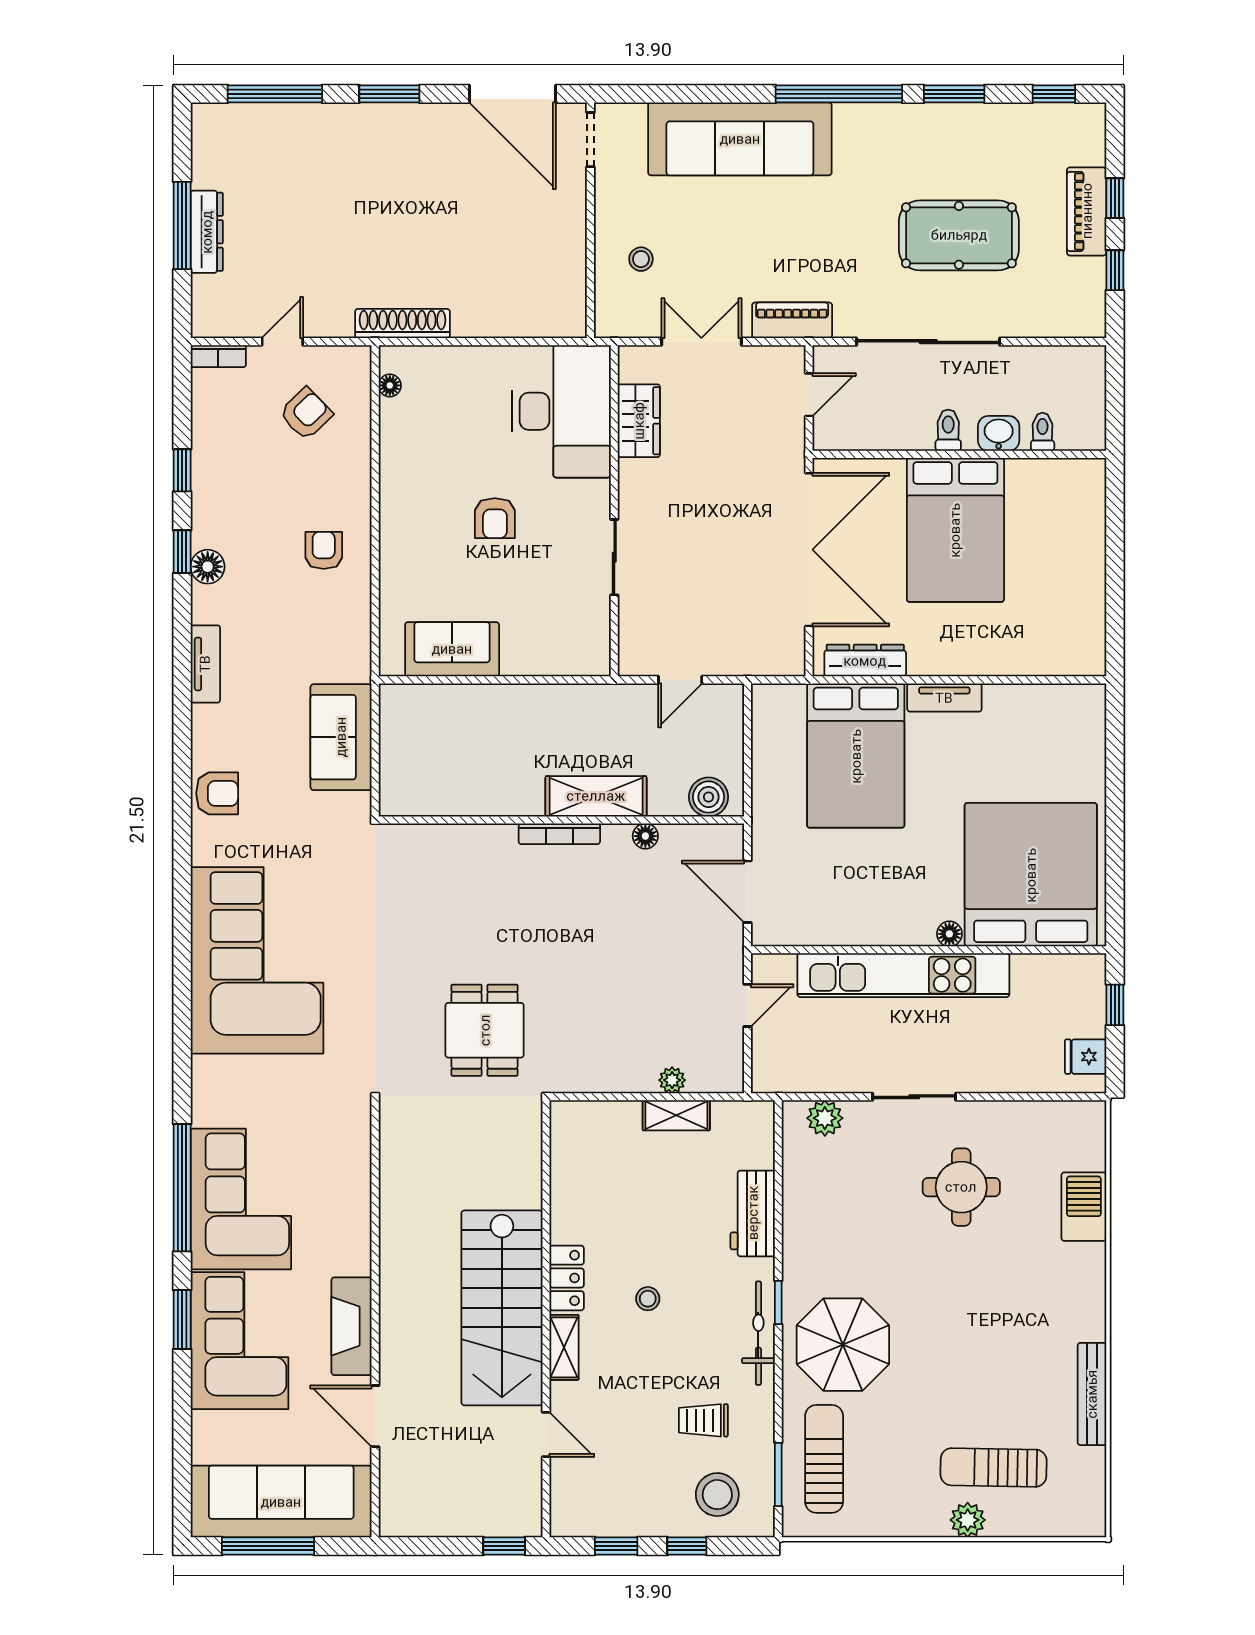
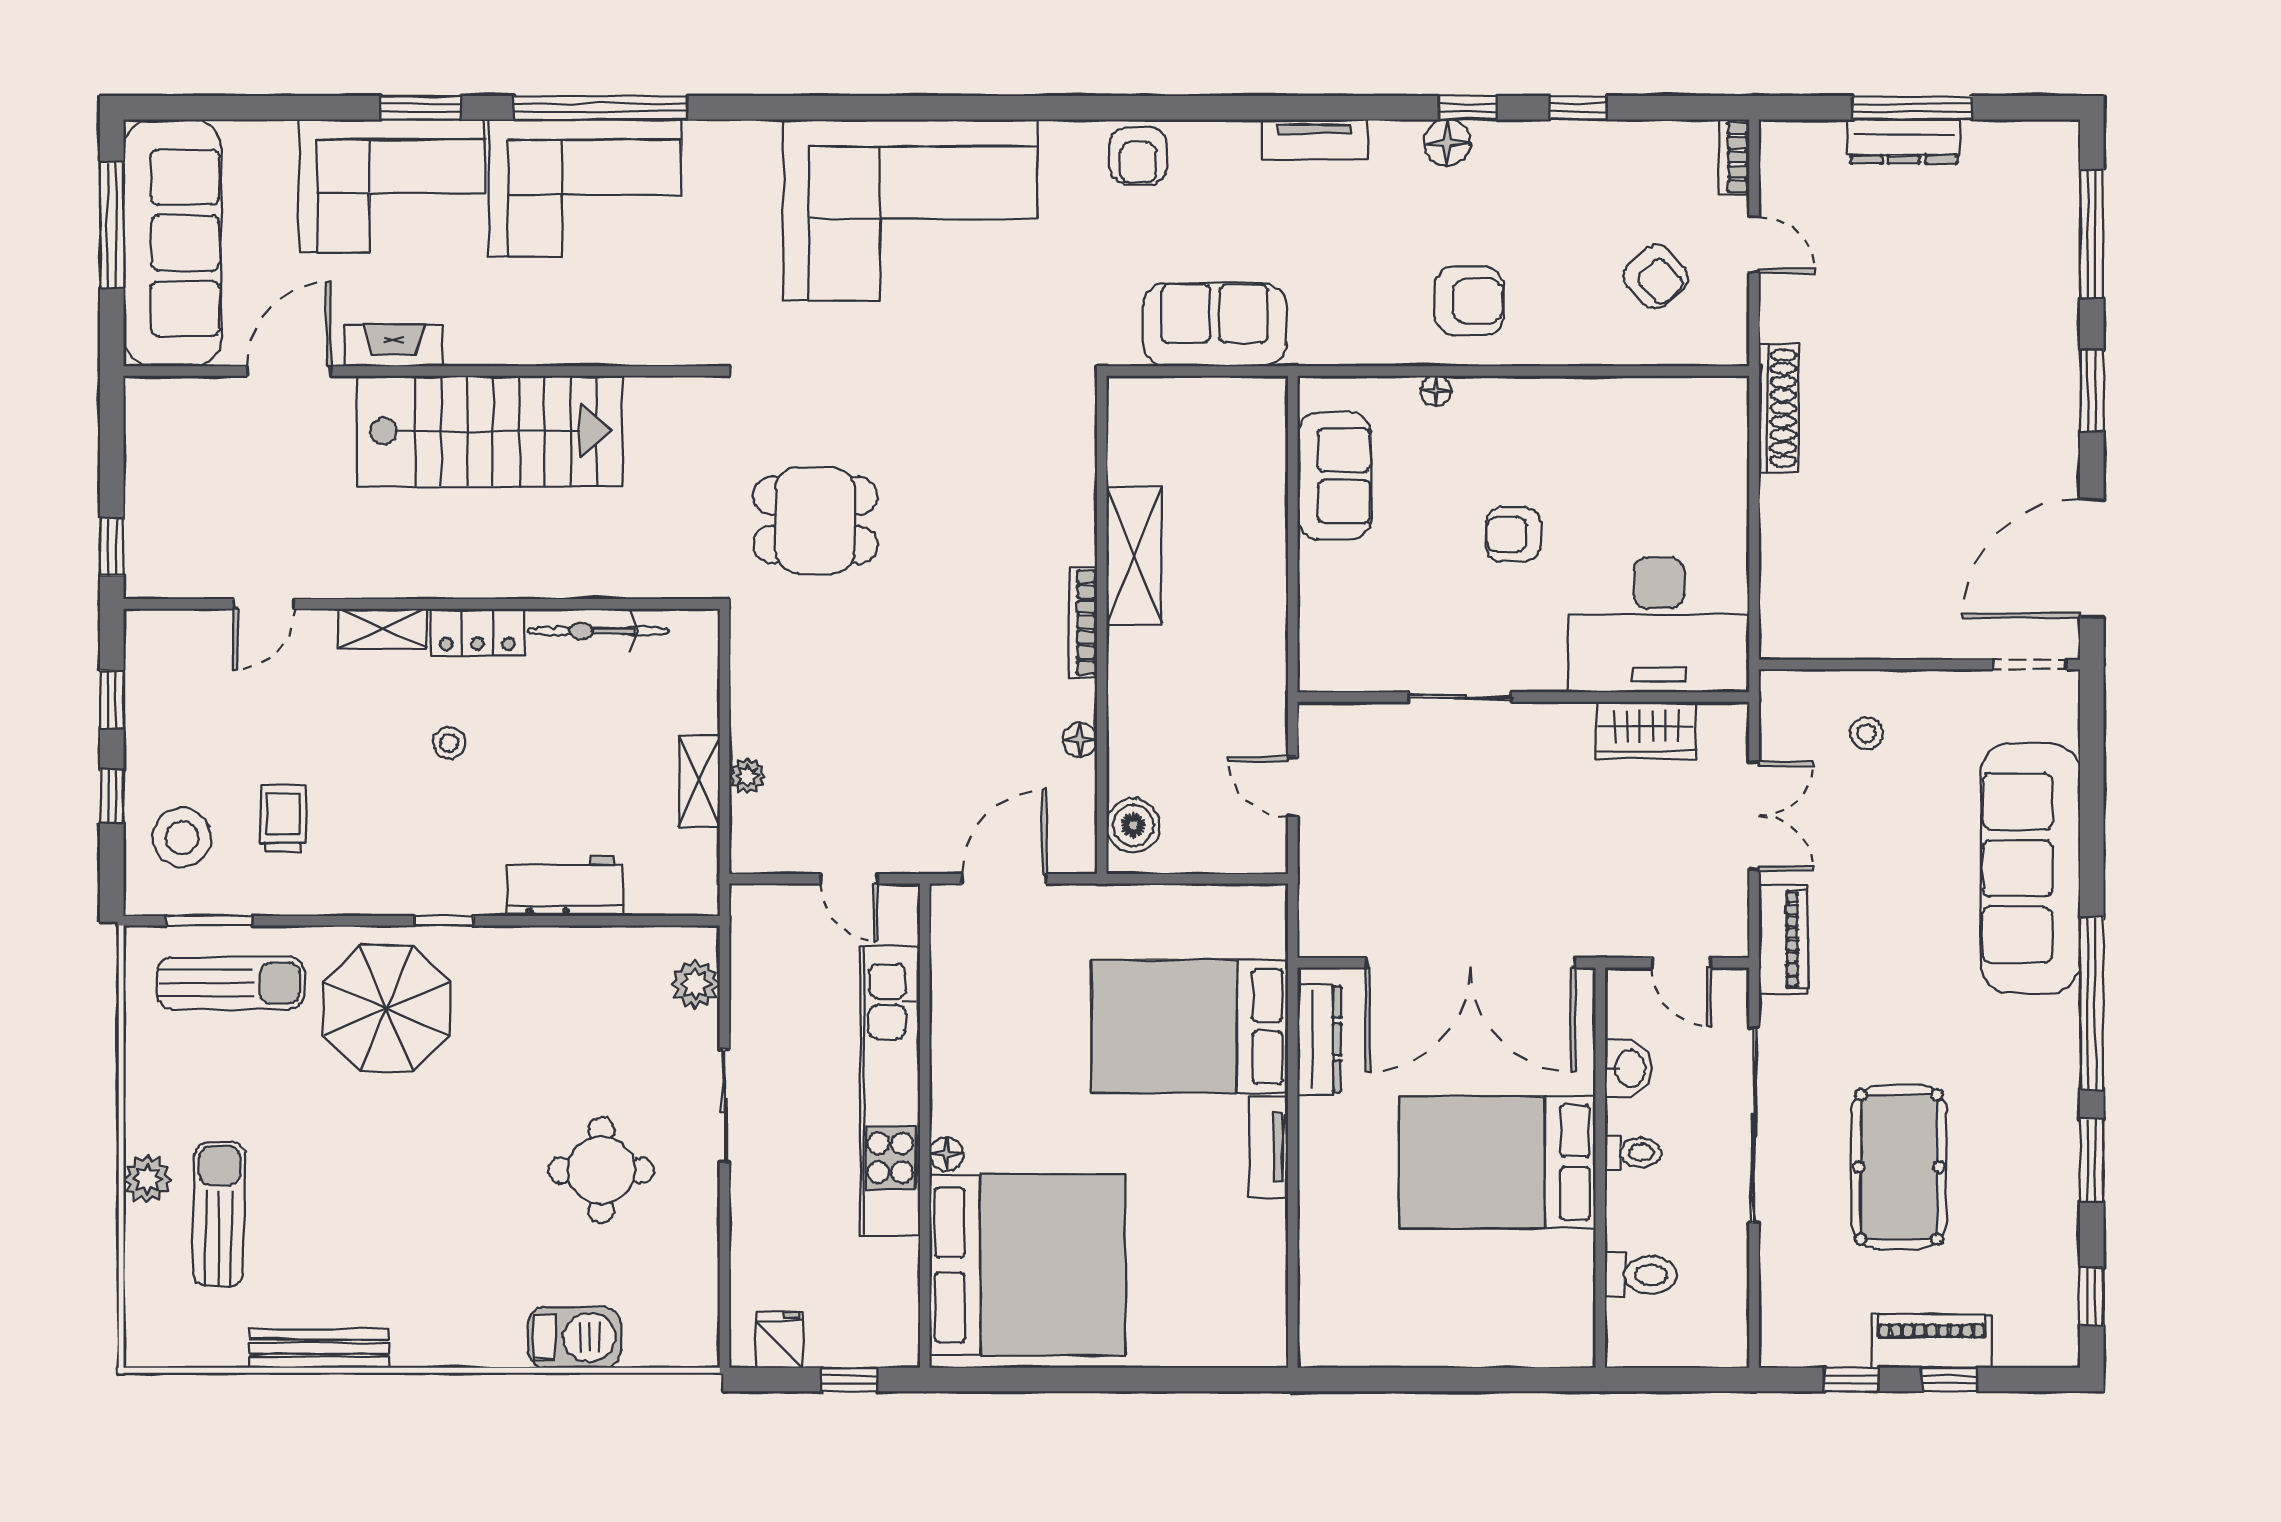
floor lamp: (390, 385) -> (1436, 391), moved
toilet: (1043, 432) -> (1641, 1275), width x1.37, depth x1.39
washbasin: (999, 433) -> (1629, 1068), moved
armchair: (324, 550) -> (1469, 301), width x1.38, depth x1.38
shelving: (596, 796) -> (1134, 556), moved
stairs: (502, 1308) -> (490, 431), moved, turned 180
fireplace: (352, 1326) -> (394, 345), width x0.73, depth x0.76
bicycle: (758, 1333) -> (598, 631), moved, turned 180

